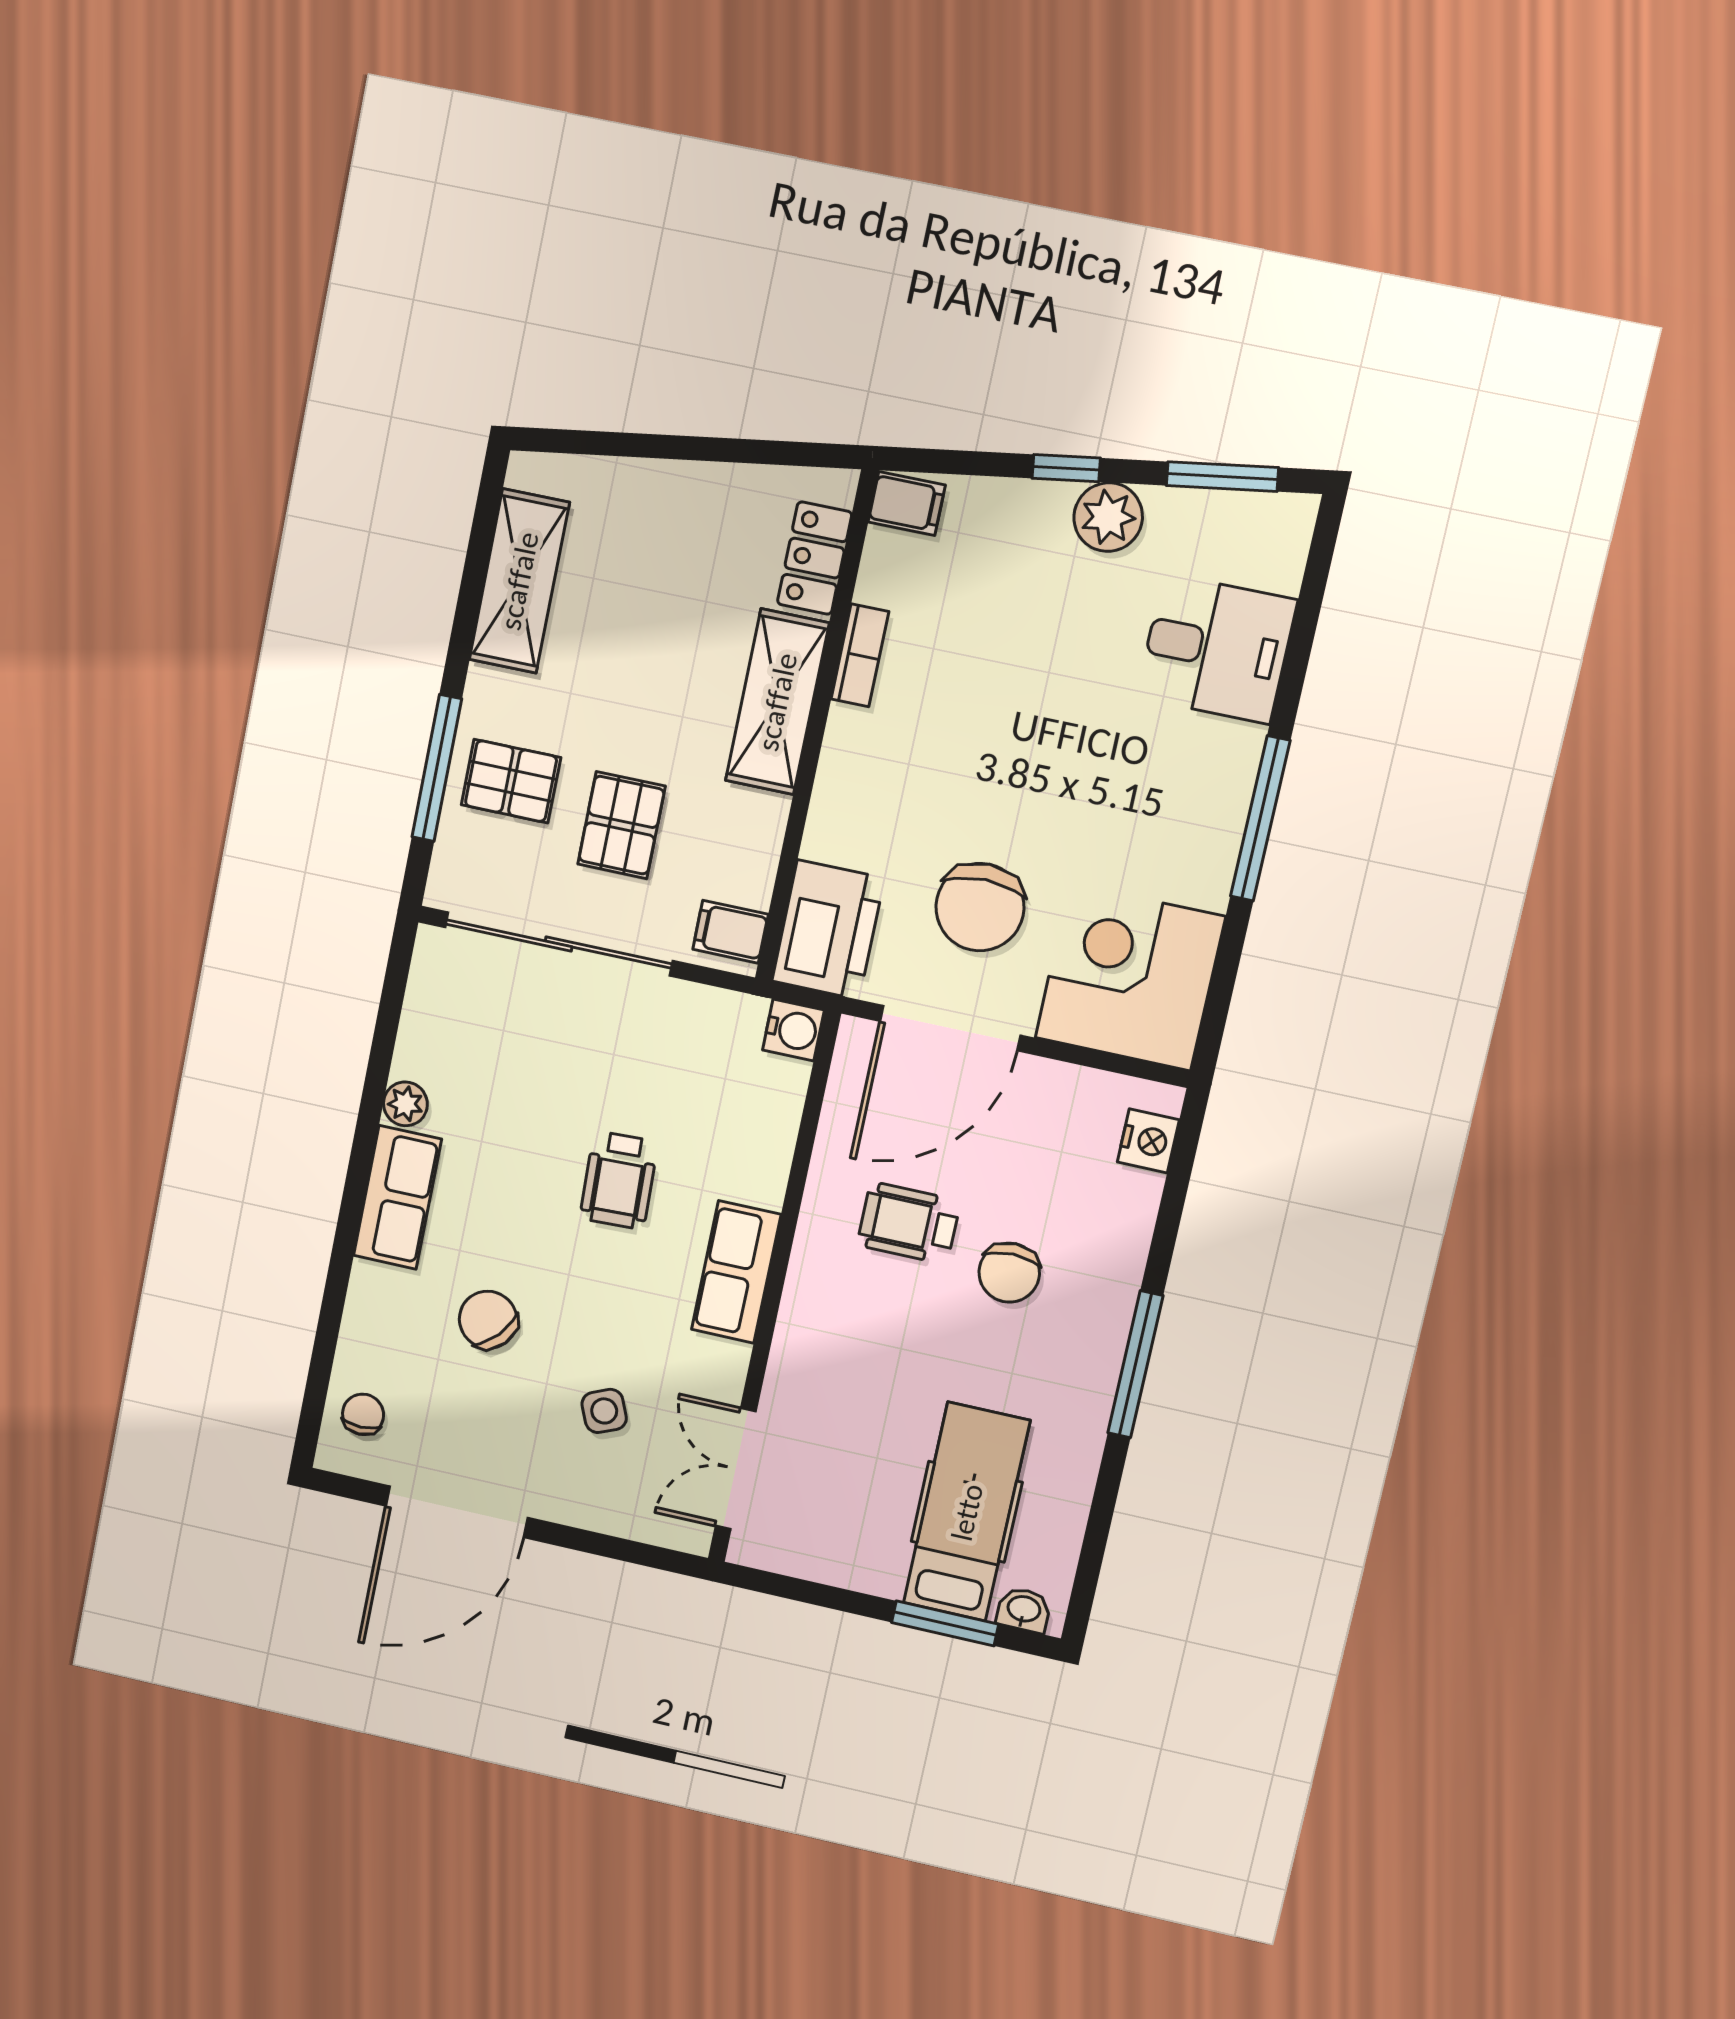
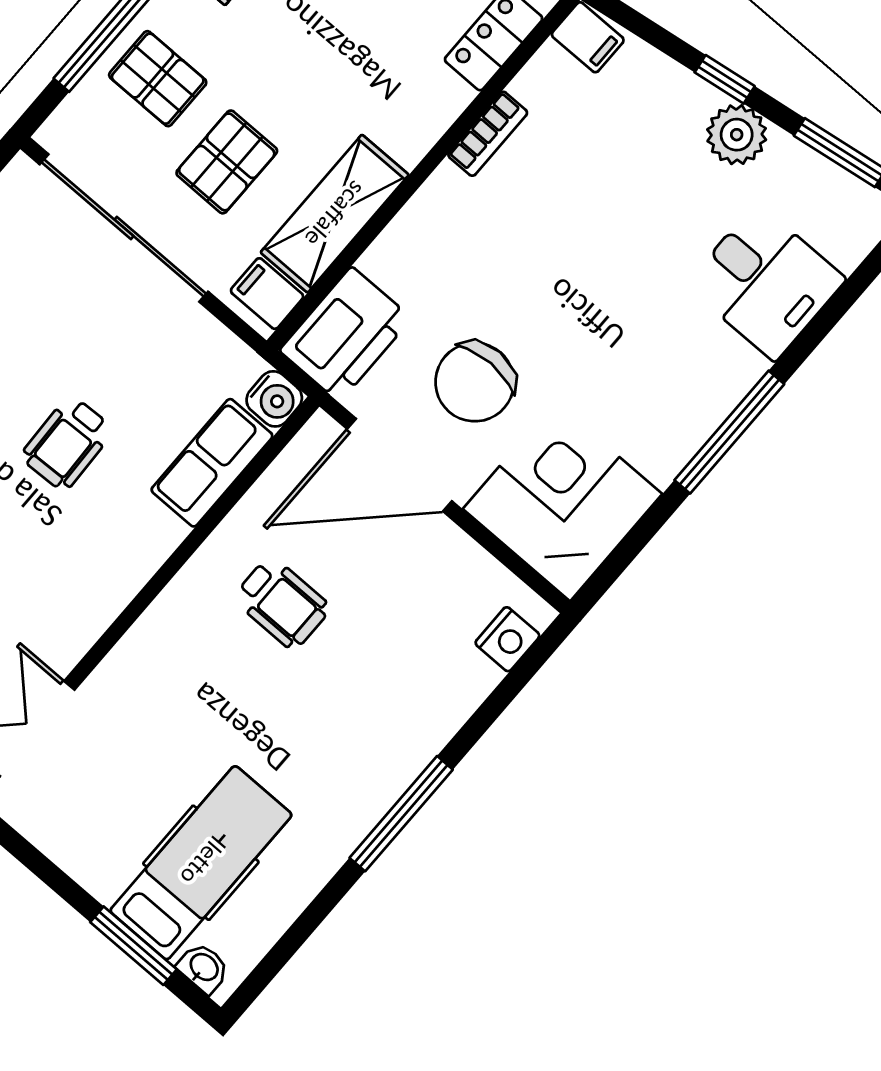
shelving: (777, 702) -> (335, 214), moved
wheelchair: (909, 1223) -> (282, 603), turned 180
row of seats: (736, 1272) -> (212, 463), moved
chair: (1009, 1273) -> (341, 686), removed

